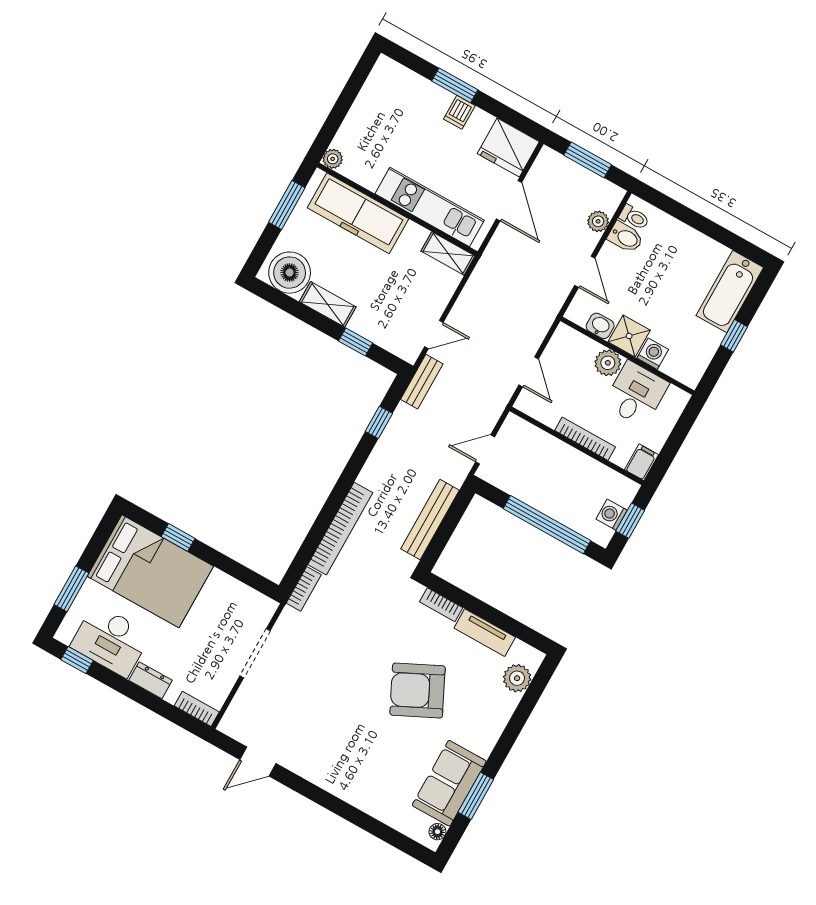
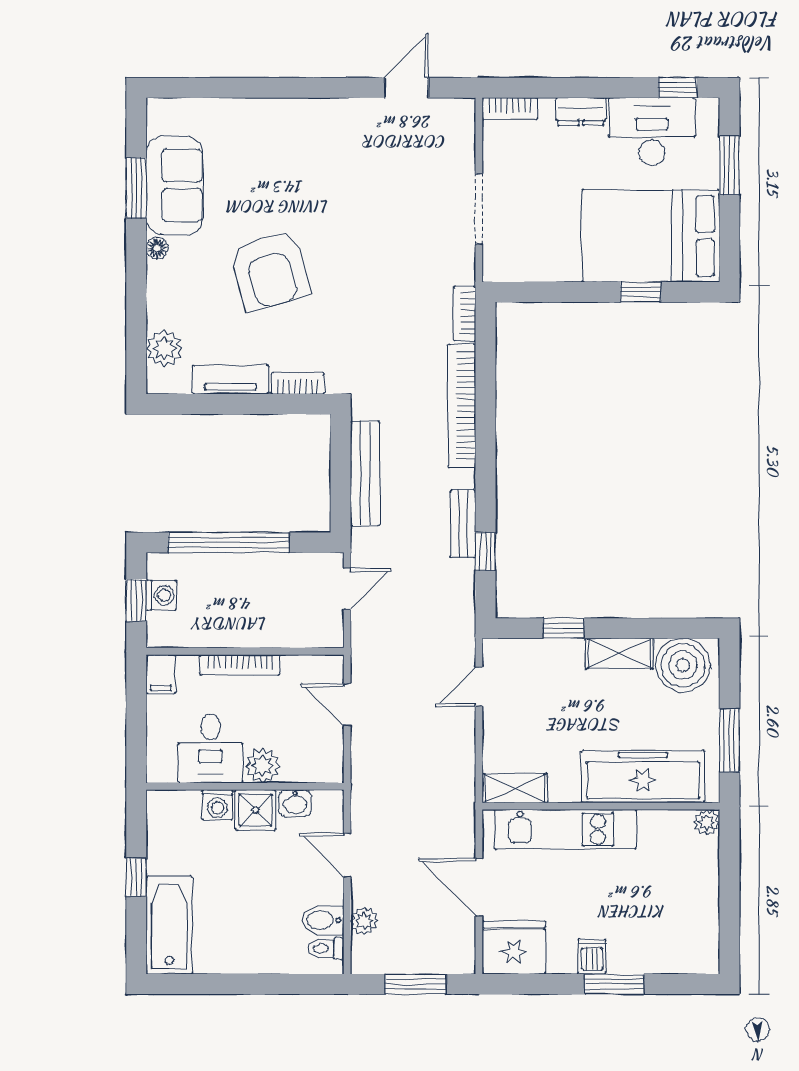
bench: (422, 382) -> (463, 524), moved
armchair: (418, 691) -> (270, 271), turned 100
floor lamp: (437, 832) -> (157, 248), moved

